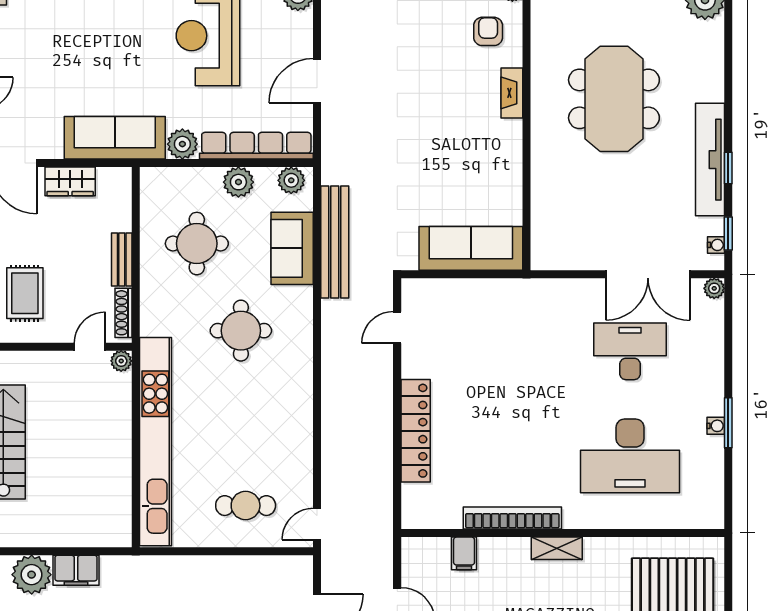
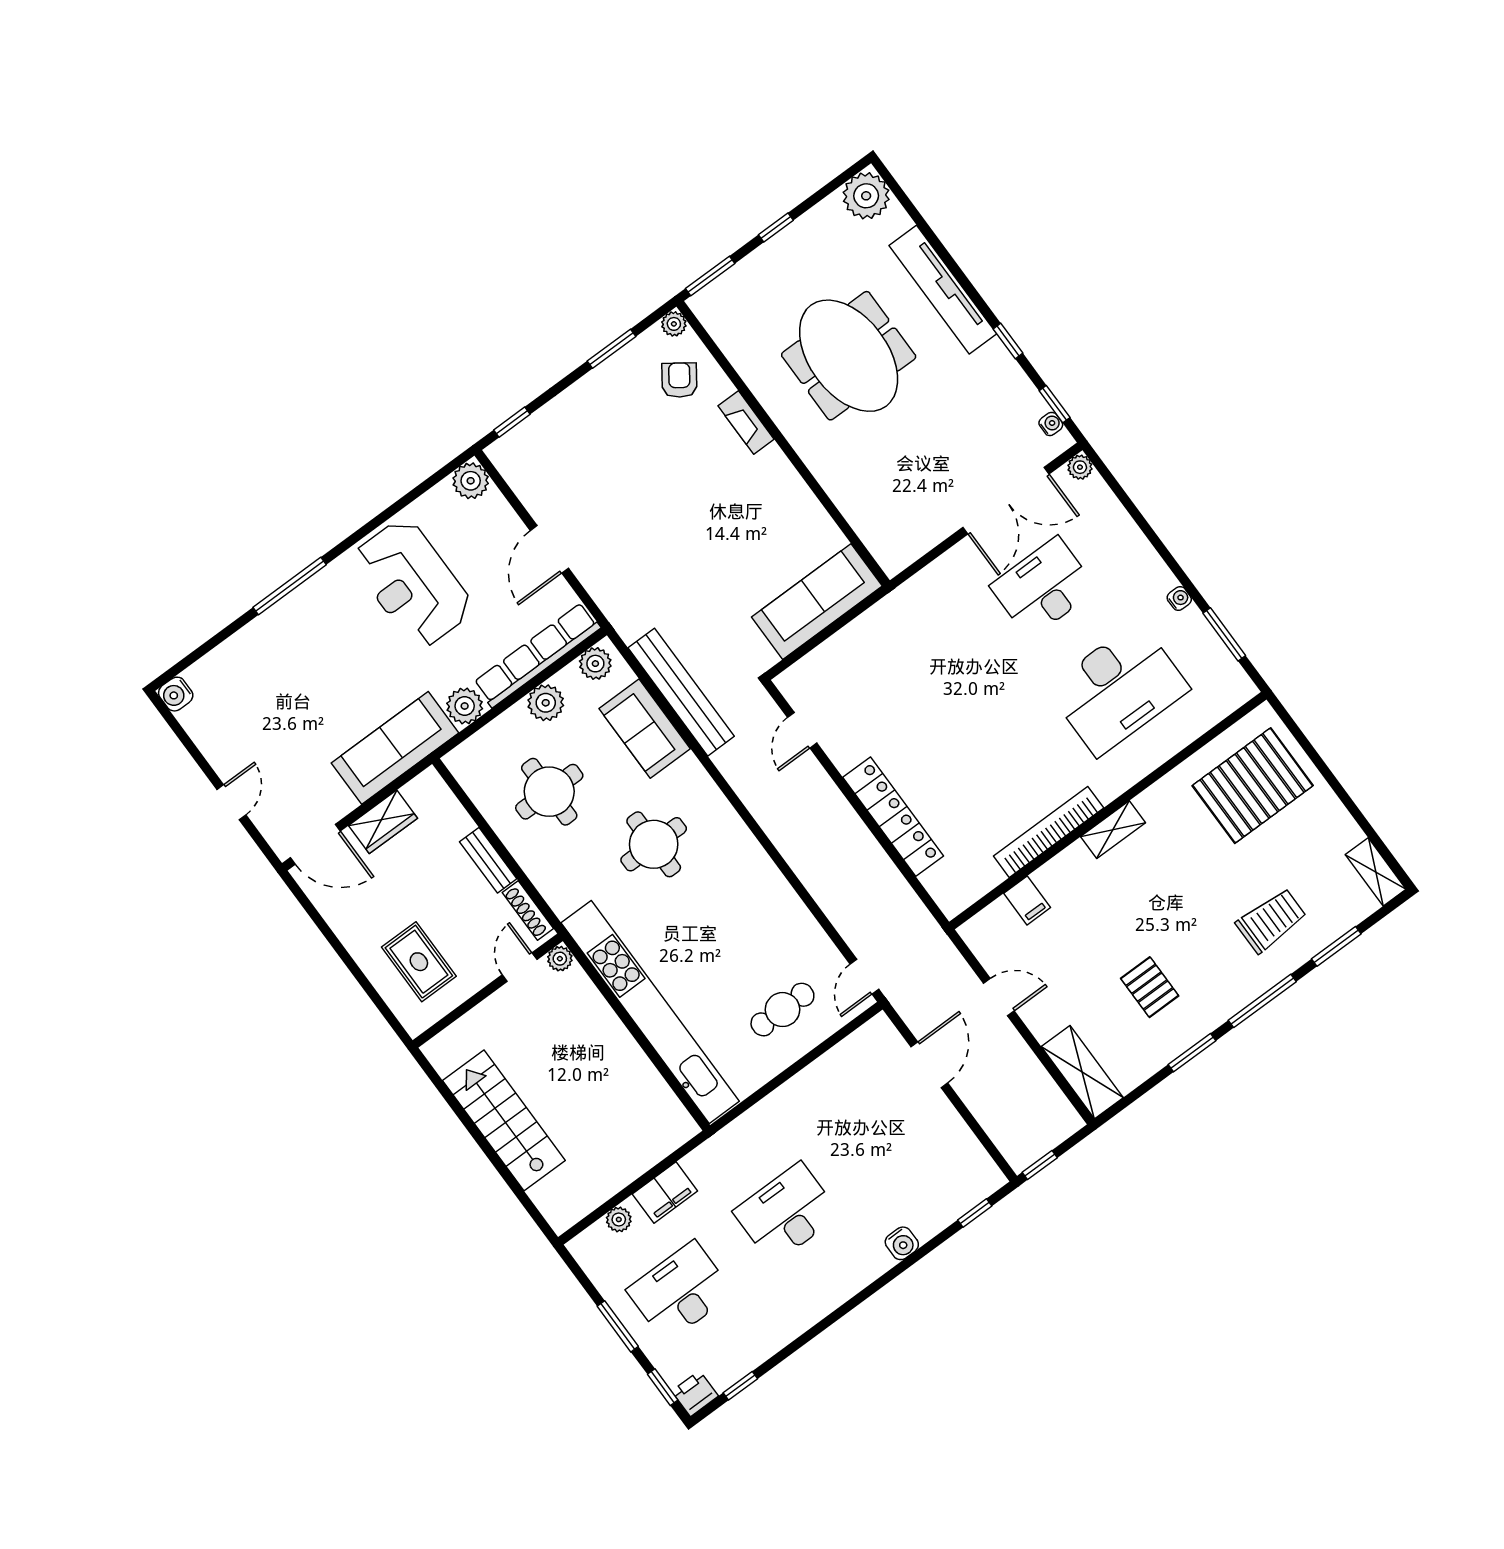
armchair: (488, 31) -> (679, 380), turned 35
tv unit: (710, 160) -> (943, 290), moved
window: (728, 423) -> (1224, 634), moved
plant: (32, 575) -> (619, 1219), width x0.53, depth x0.53

